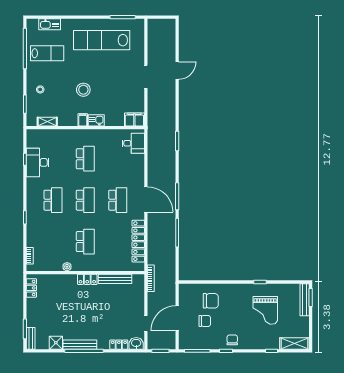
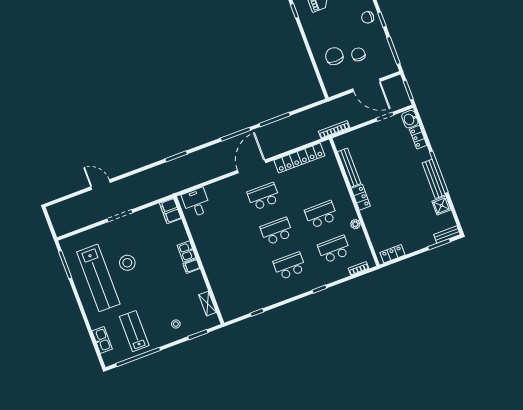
stool: (83, 90) -> (127, 263), moved
school desk: (85, 159) -> (334, 249), moved
desk: (38, 162) -> (255, 297), removed

